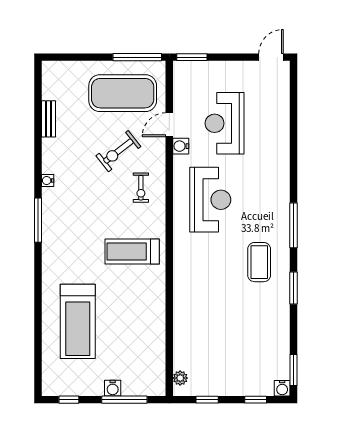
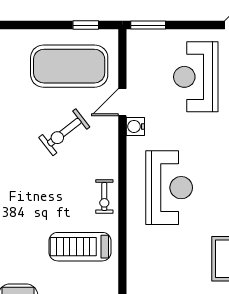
window: (137, 57) -> (86, 25), width x0.46
reception desk: (225, 123) -> (196, 77), moved
exercise bike: (141, 188) -> (104, 196), moved

